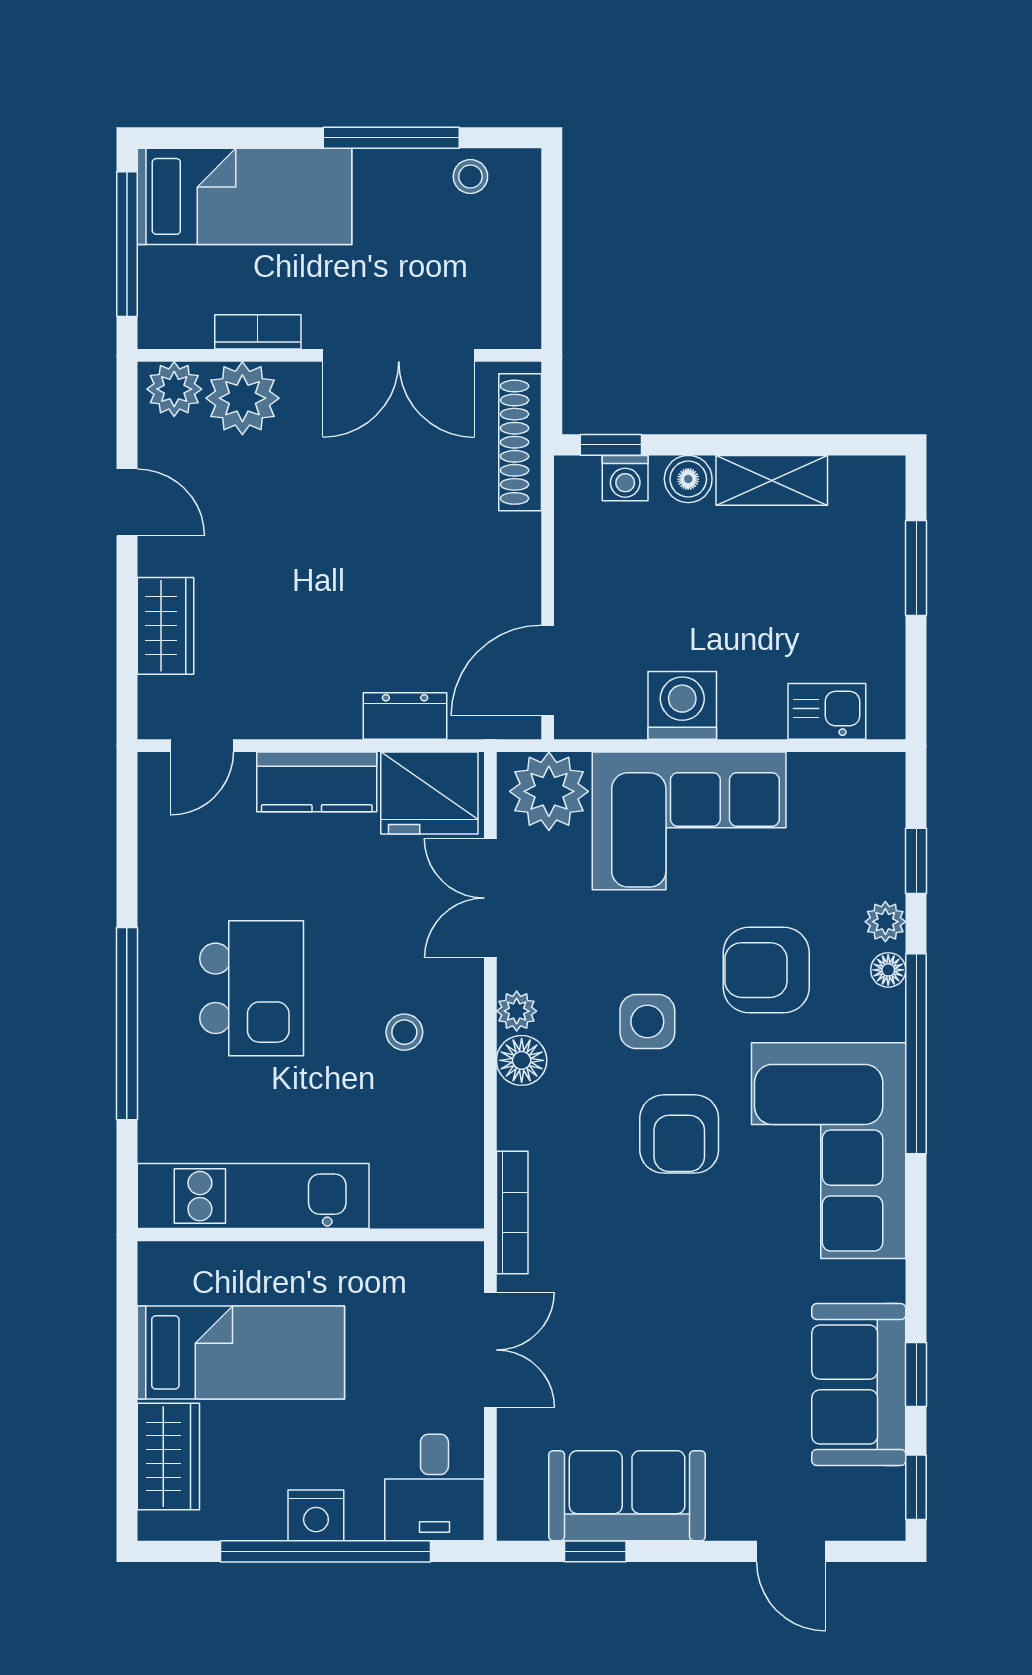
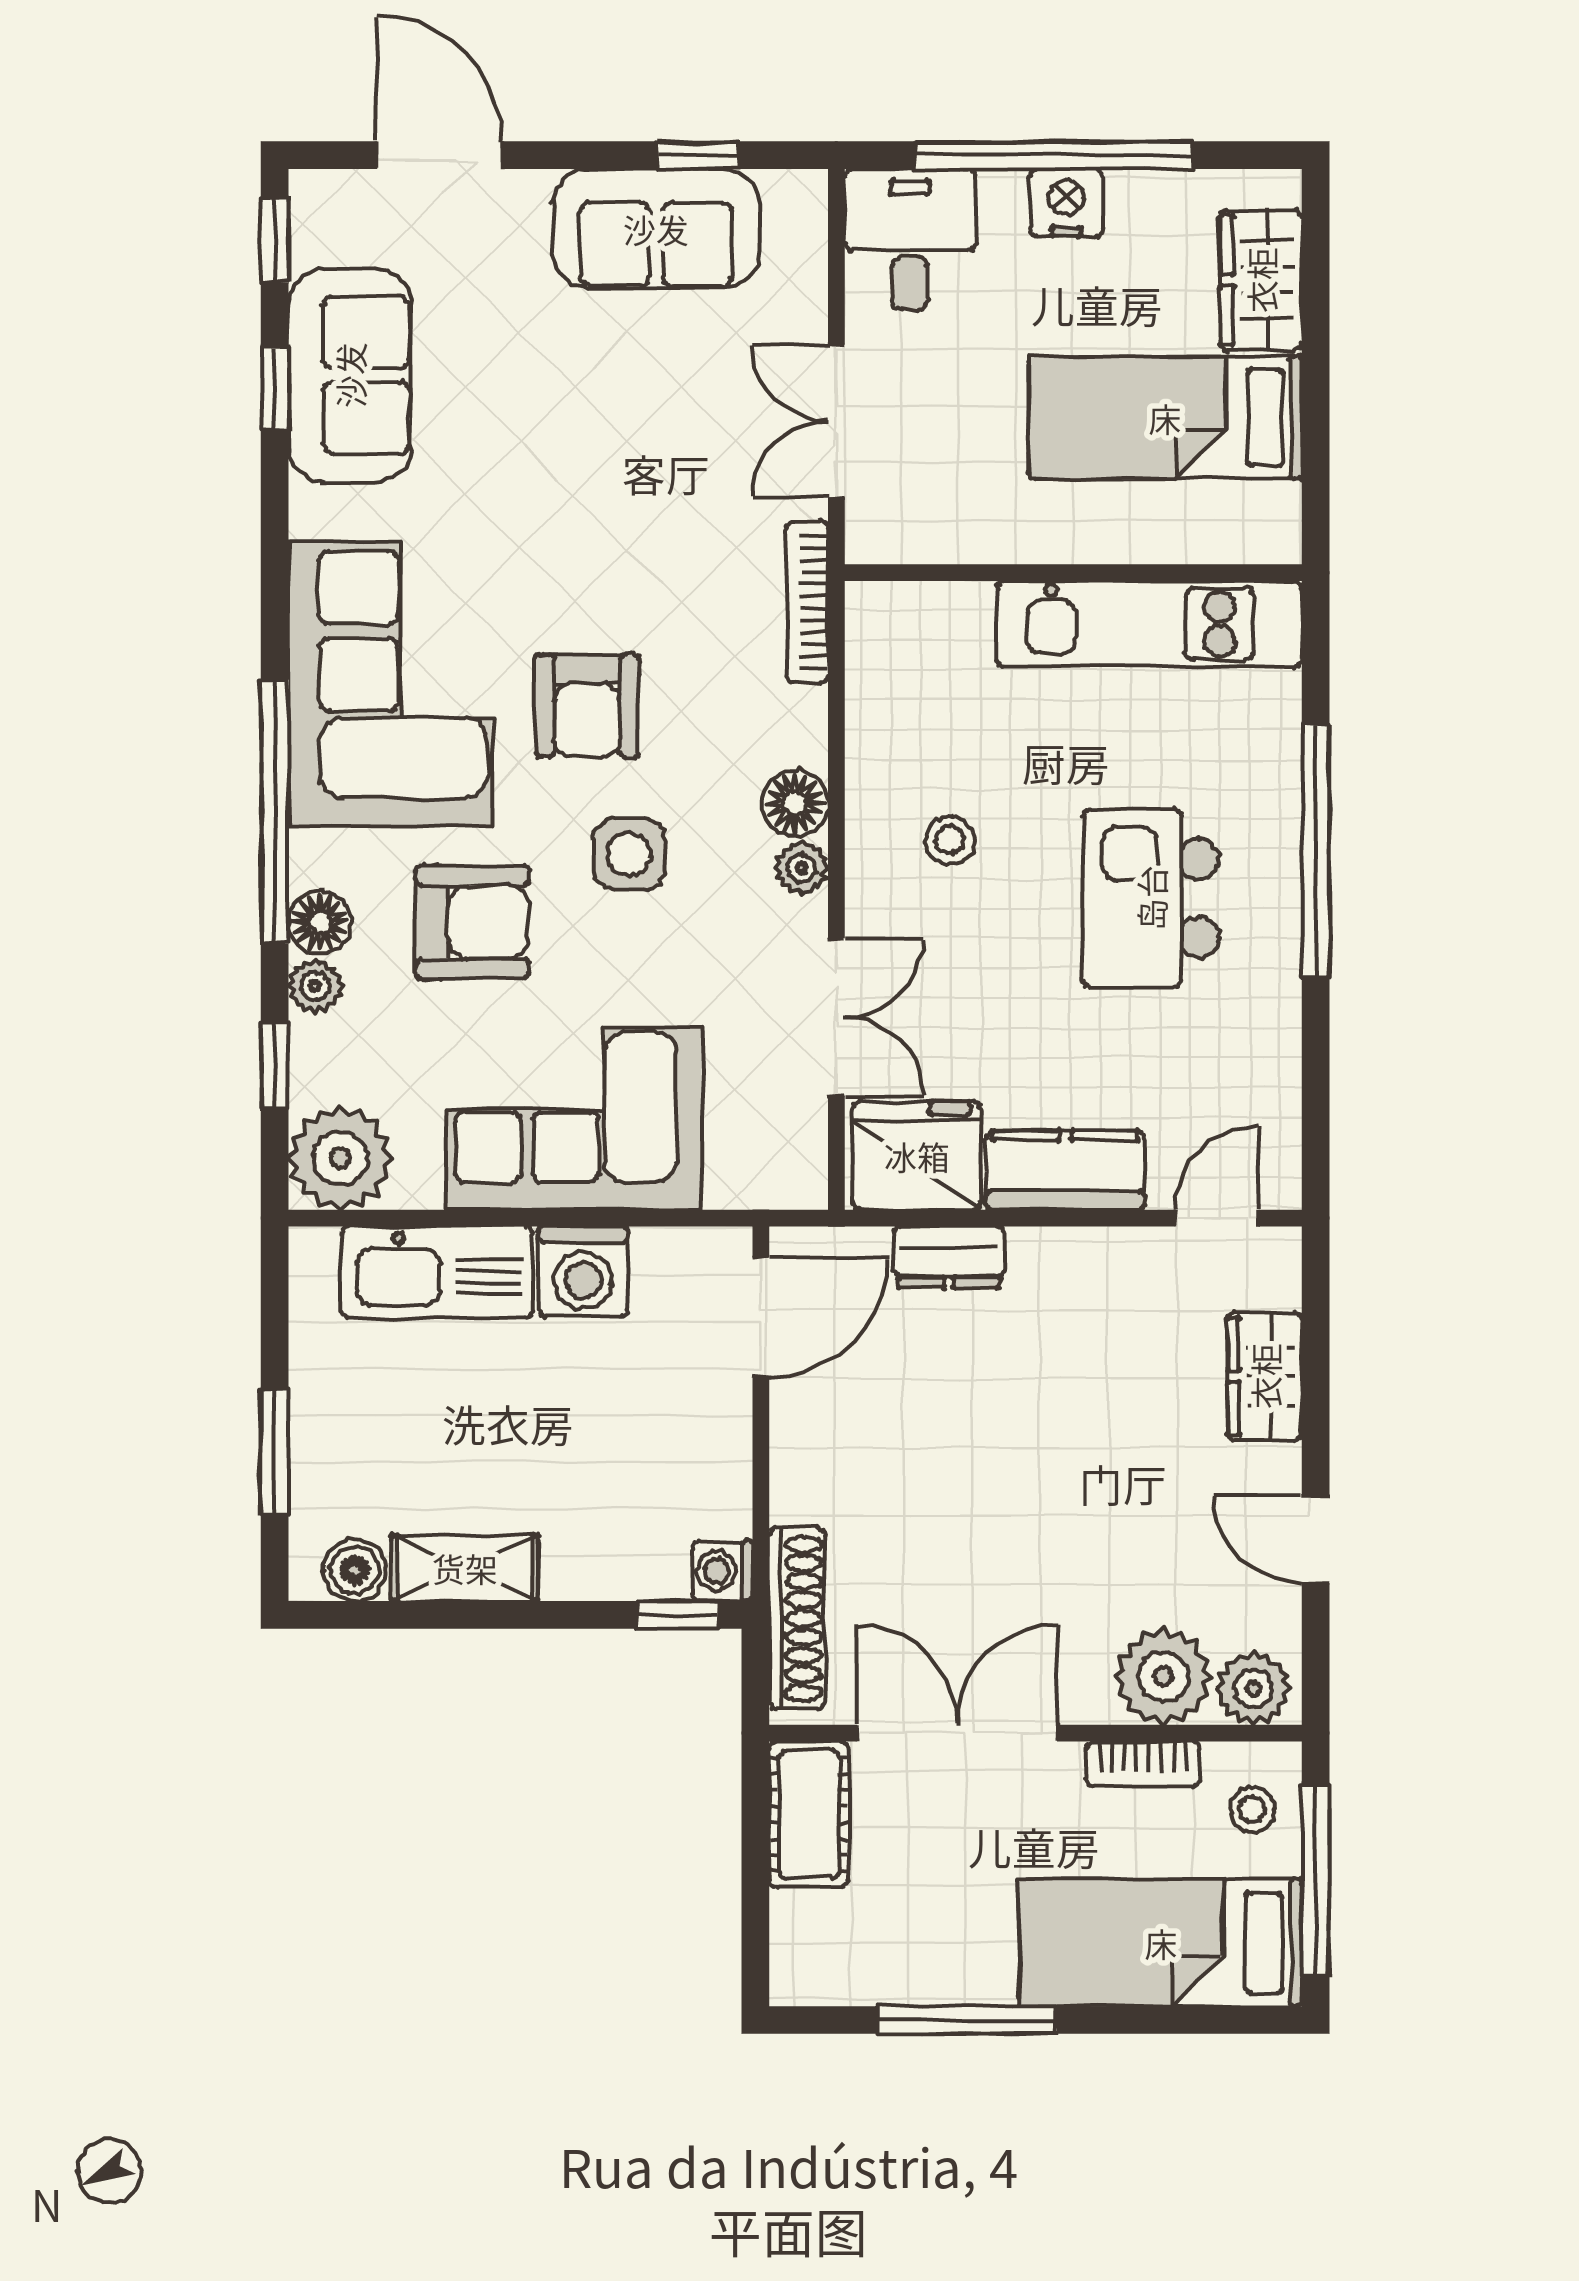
stool: (470, 177) -> (1252, 1809), moved
cot: (511, 294) -> (809, 1814), added
washing machine: (625, 478) -> (722, 1571), moved, turned -90
boiler: (688, 479) -> (355, 1570), moved
kitchen sink: (827, 711) -> (437, 1272), width x1.88, depth x1.24
plant: (549, 791) -> (340, 1158), moved
floor lamp: (888, 970) -> (320, 922), width x1.37, depth x1.37
armchair: (679, 1134) -> (587, 706), turned 180
door: (791, 1551) -> (440, 155), width x1.38

